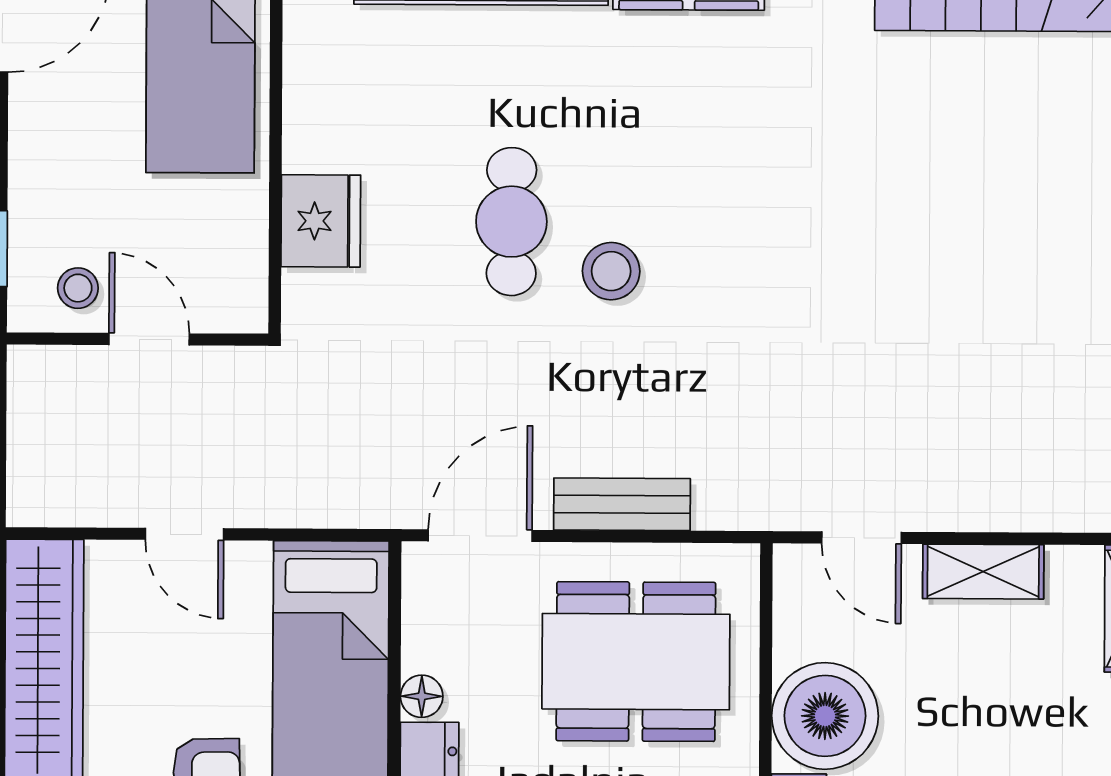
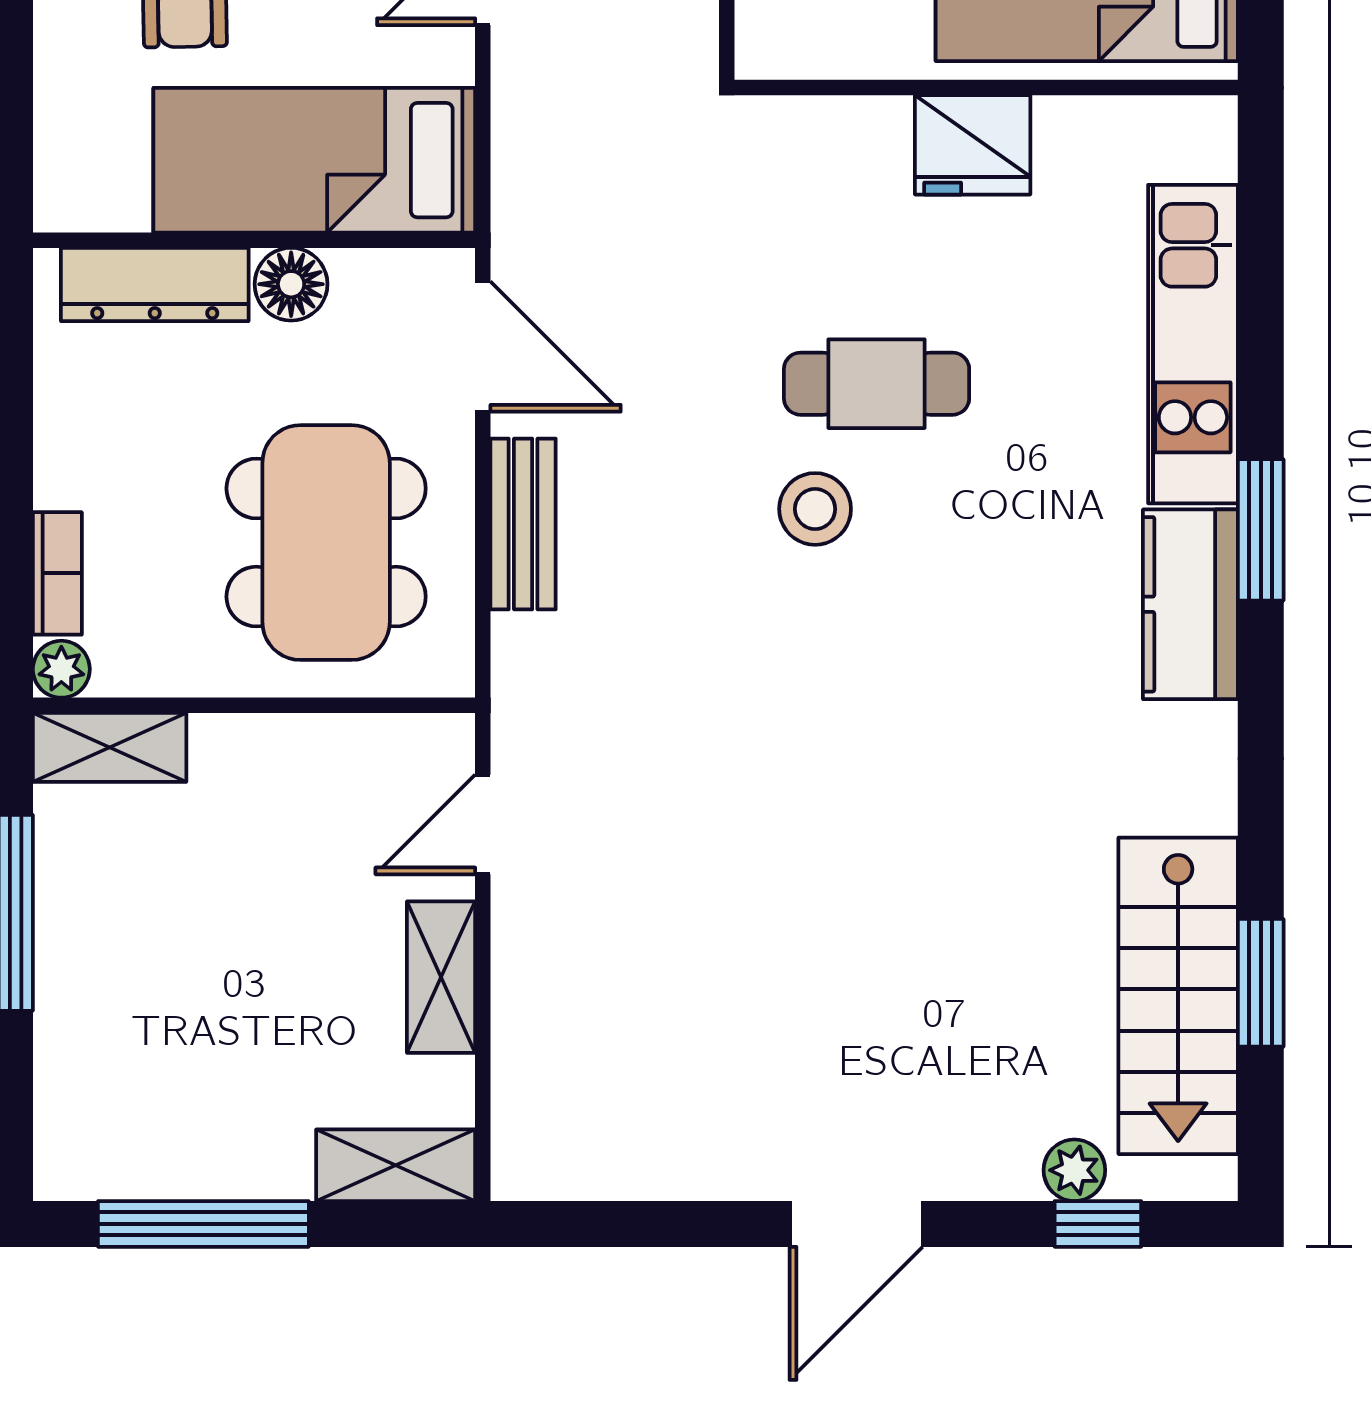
fridge: (321, 221) -> (973, 145), moved
floor lamp: (422, 696) -> (291, 284), width x1.37, depth x1.37
boiler: (825, 716) -> (259, 780), removed

